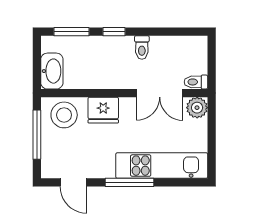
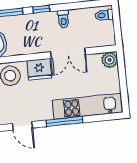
toilet: (196, 82) -> (104, 15), moved
double door: (160, 93) -> (68, 53), moved

